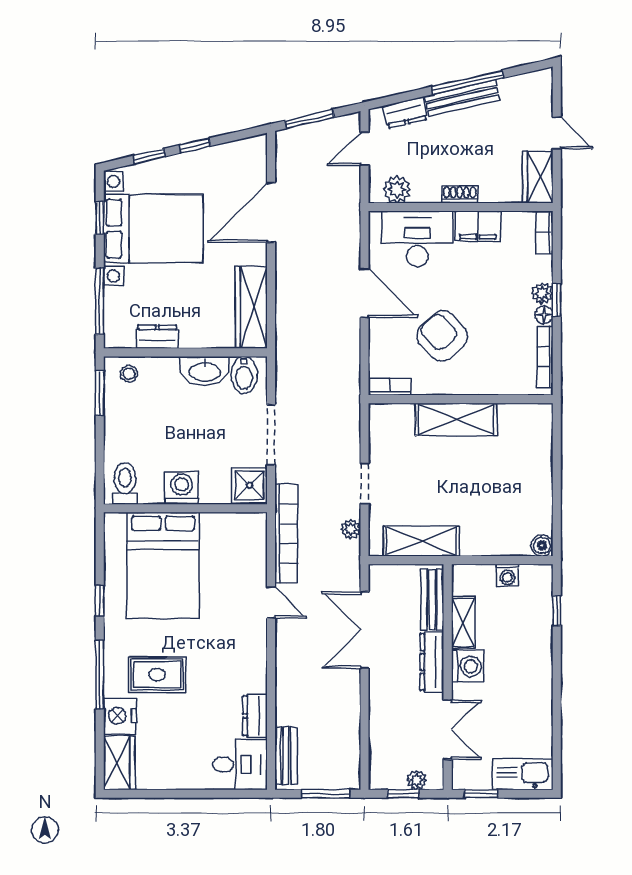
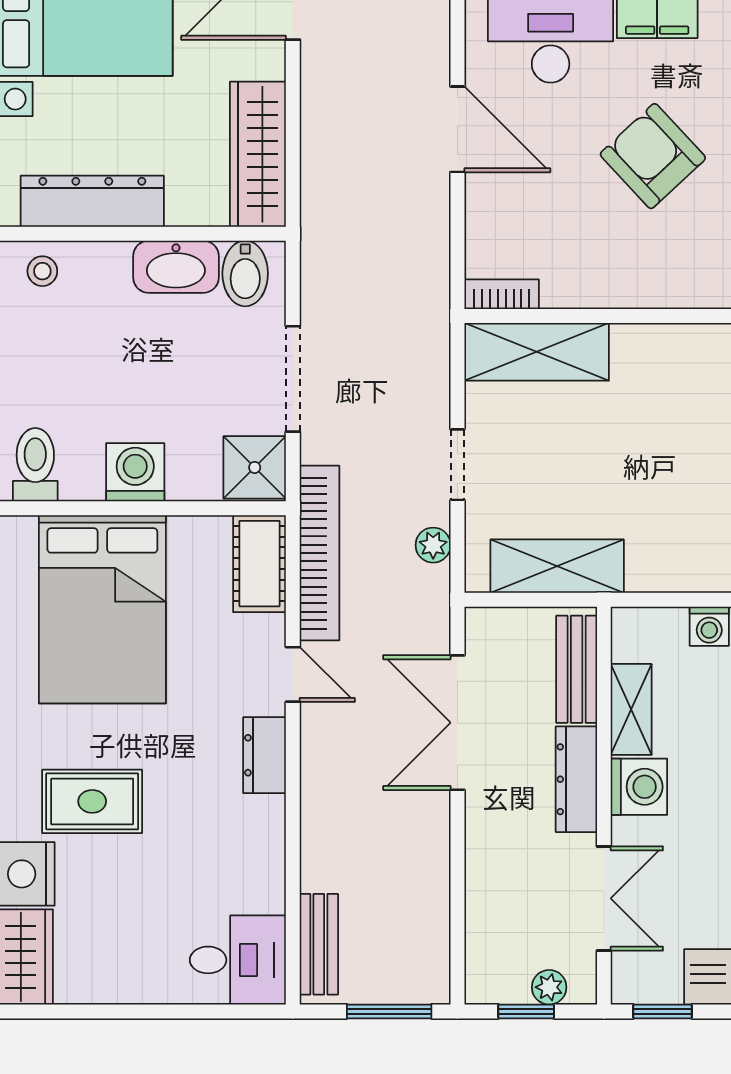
armchair: (442, 336) -> (653, 156), moved
dresser: (157, 337) -> (92, 201), width x1.96, depth x1.24
shelving: (456, 419) -> (537, 352), moved
cot: (252, 540) -> (260, 564), added
dresser: (255, 716) -> (265, 755), moved

